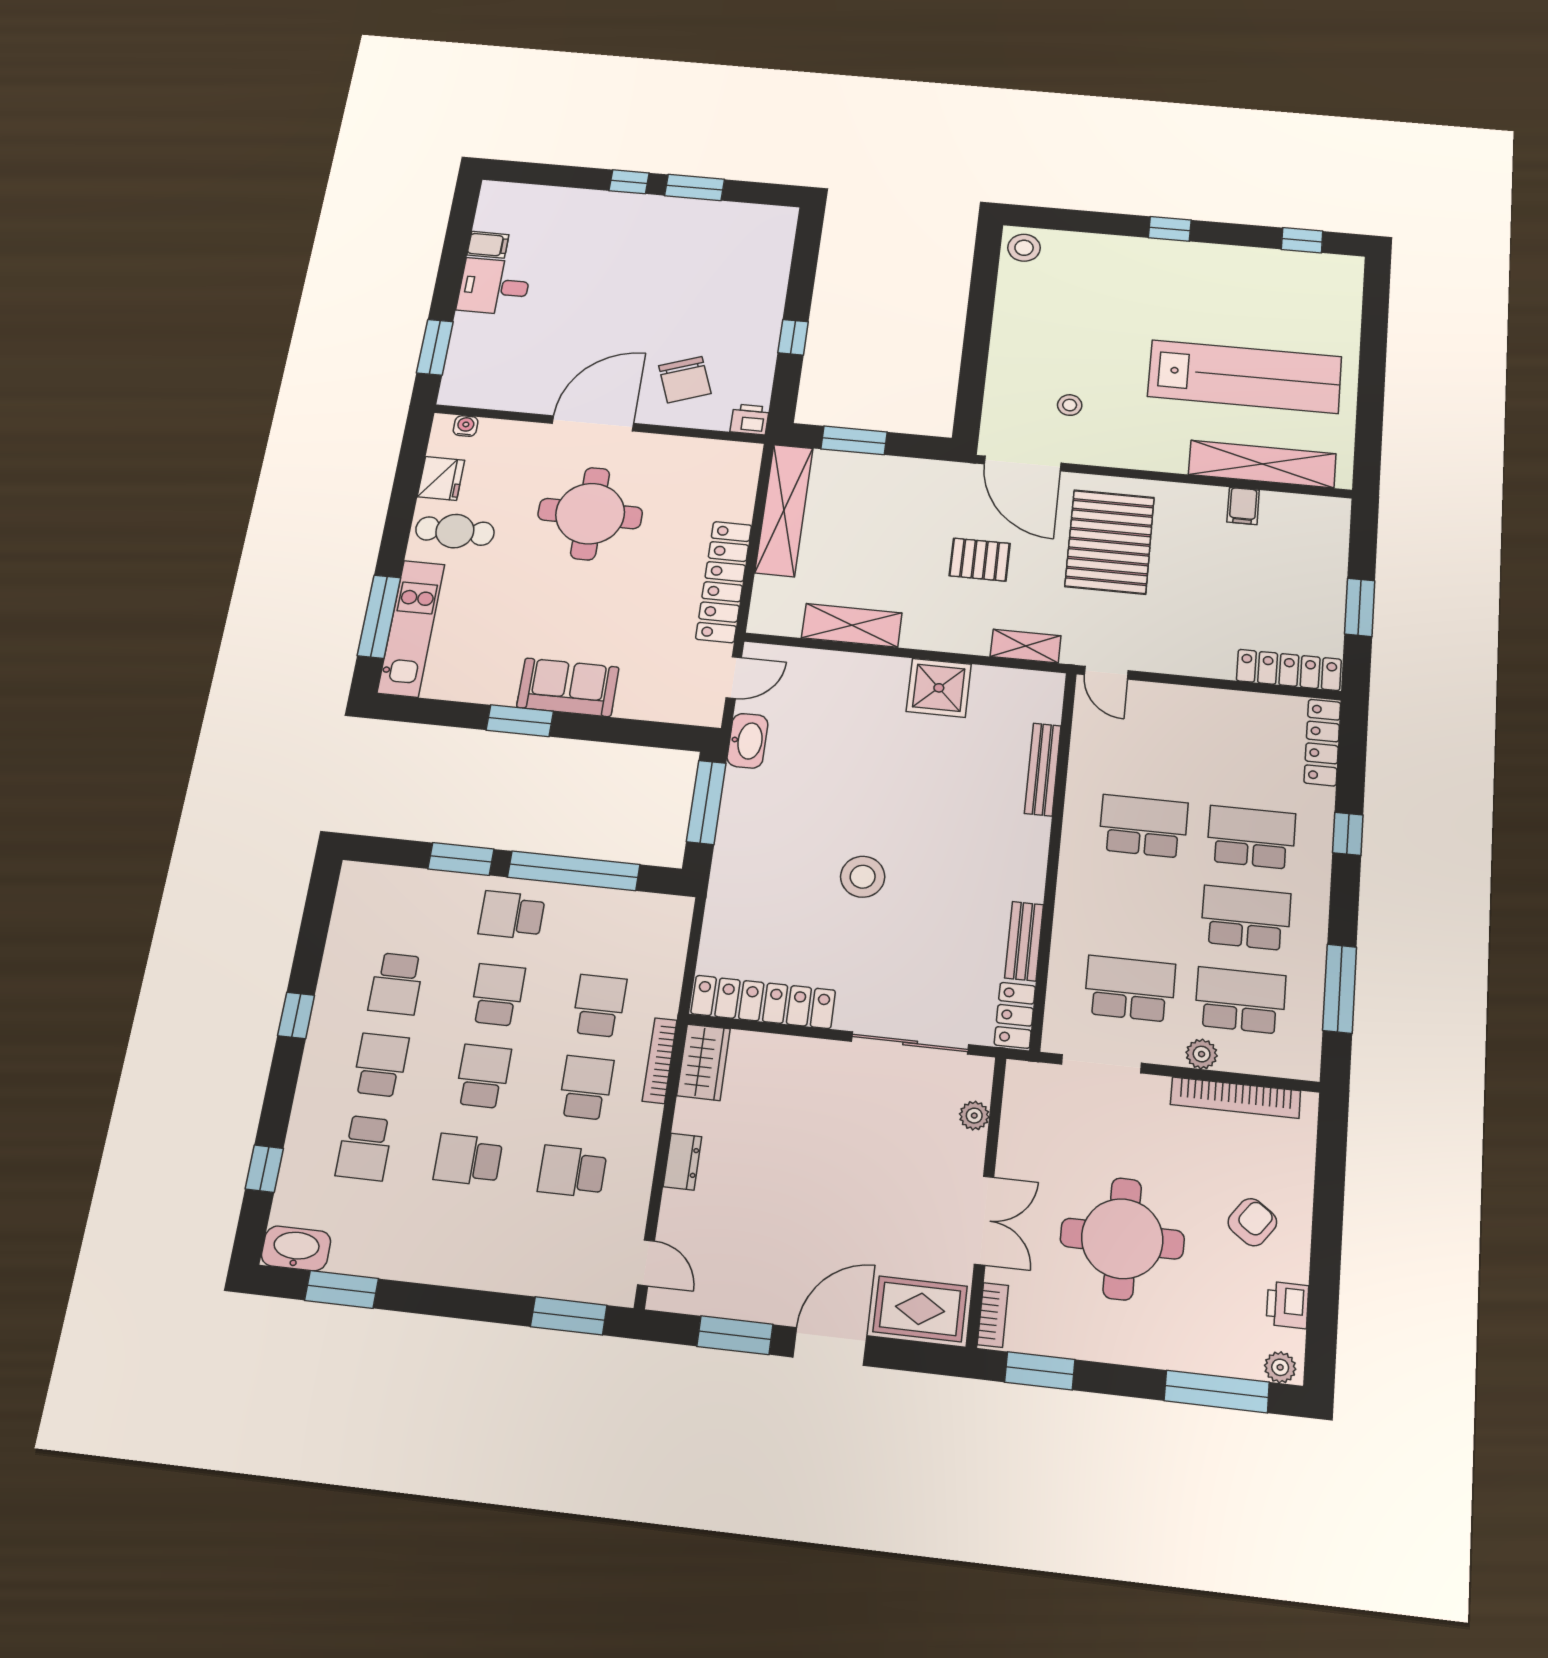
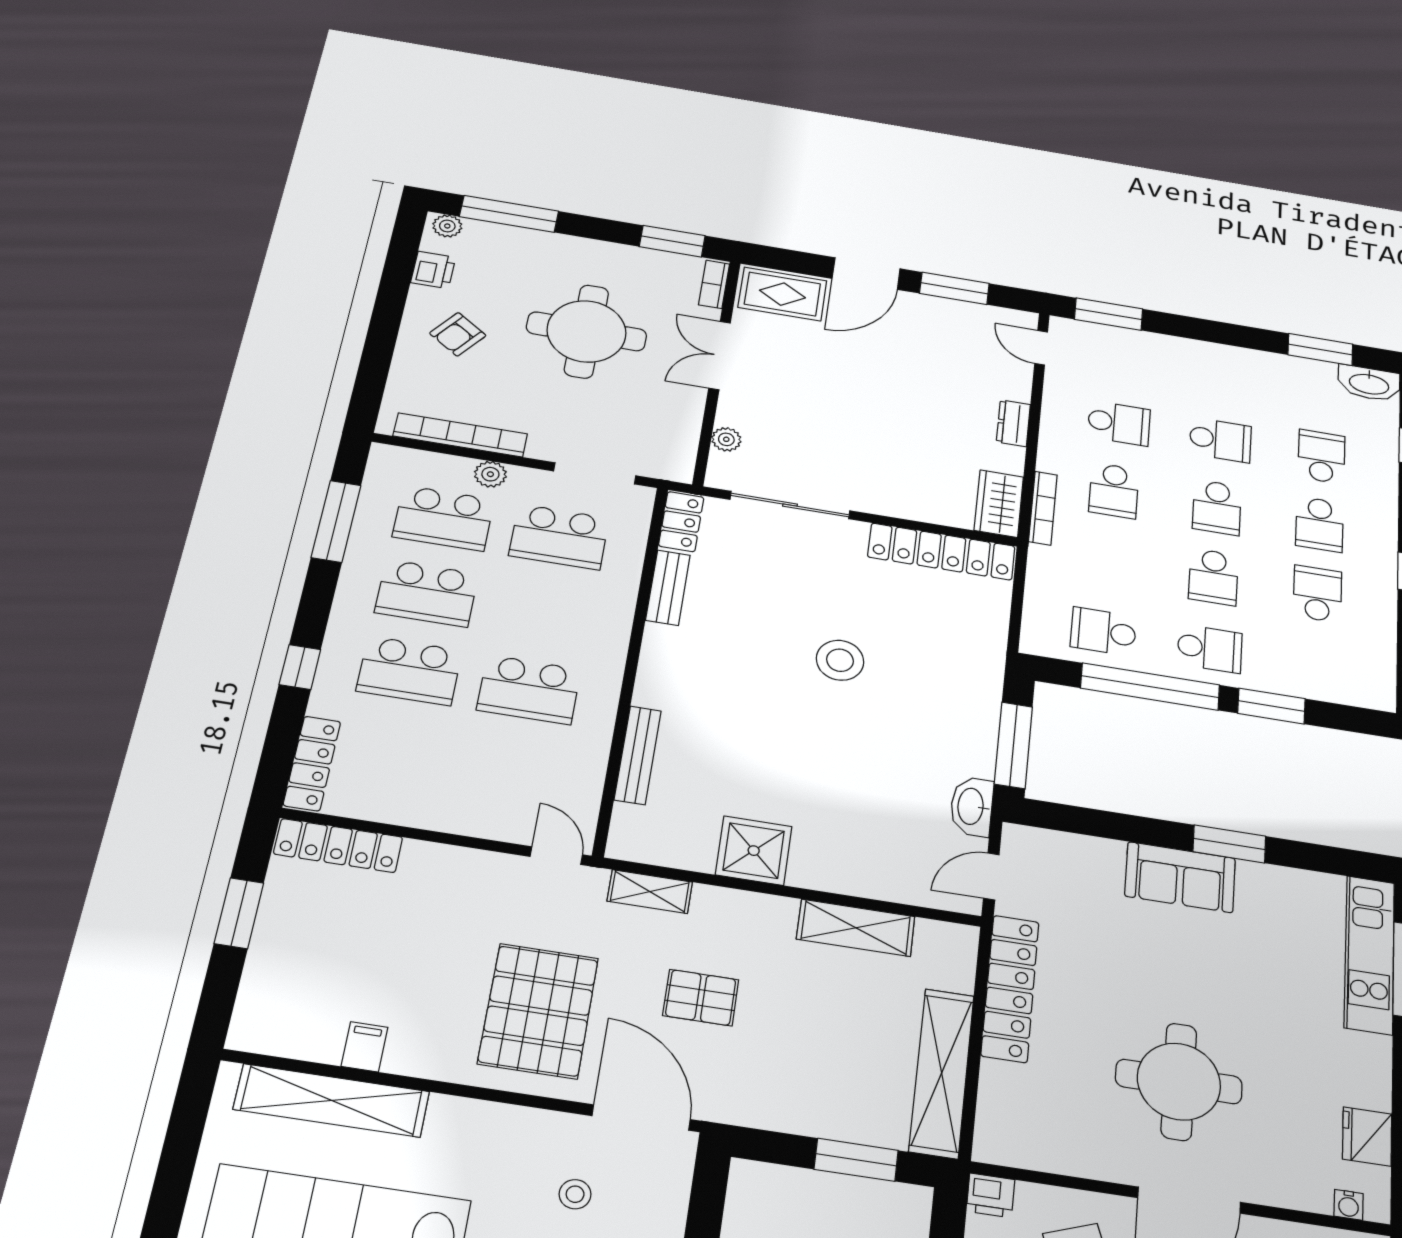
cafe table: (455, 531) -> (1339, 1068), removed
school desk: (599, 1006) -> (1103, 631), moved, turned 90

